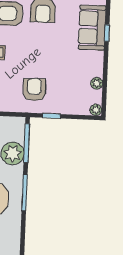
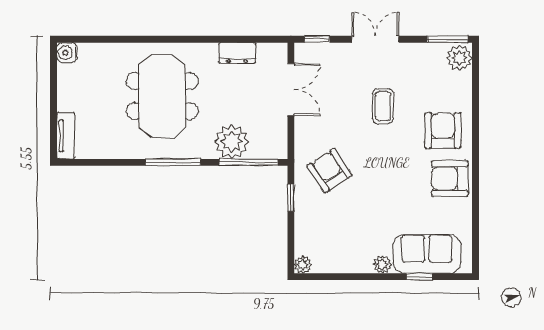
plant: (97, 83) -> (382, 264), moved
armchair: (34, 90) -> (330, 171), turned -121

